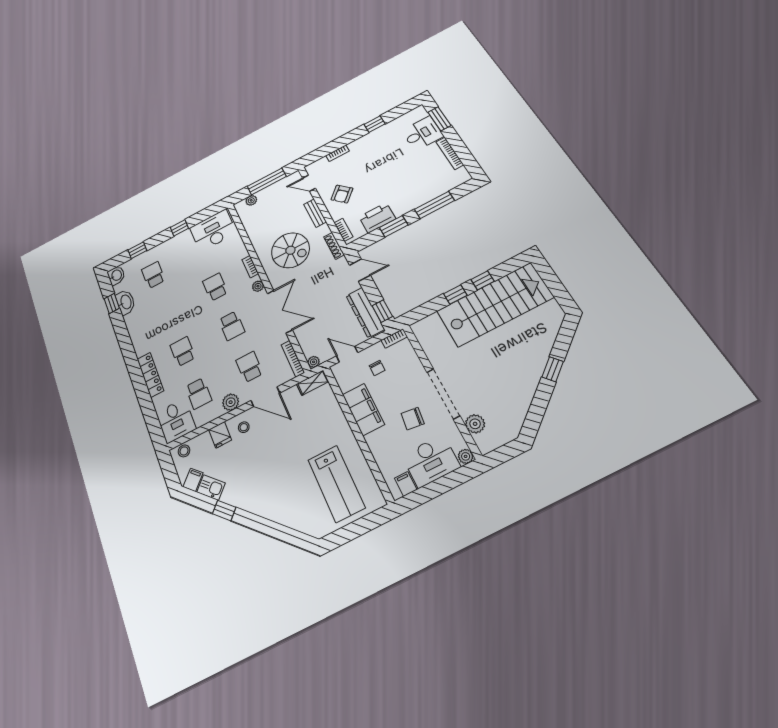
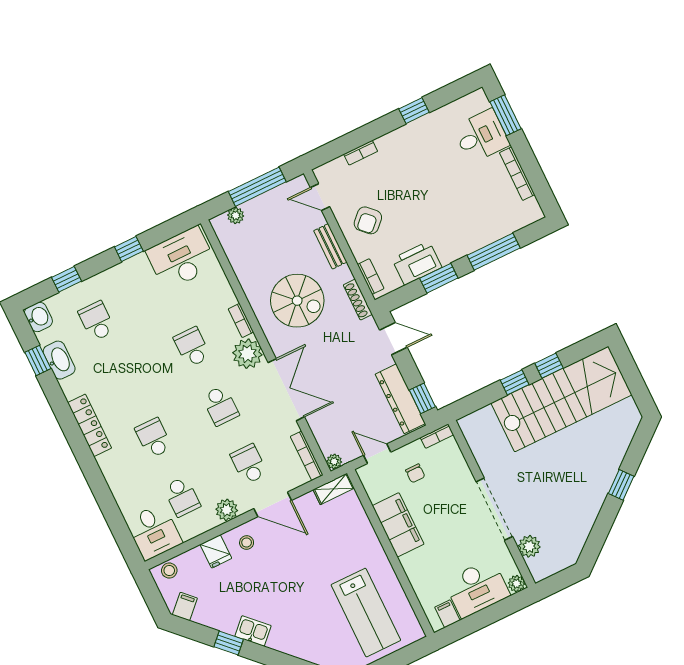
plant: (258, 286) -> (247, 354), width x1.88, depth x1.88
locker: (150, 375) -> (89, 425), moved
chair: (413, 419) -> (457, 538), removed
kitchen sink: (211, 488) -> (253, 631), moved

